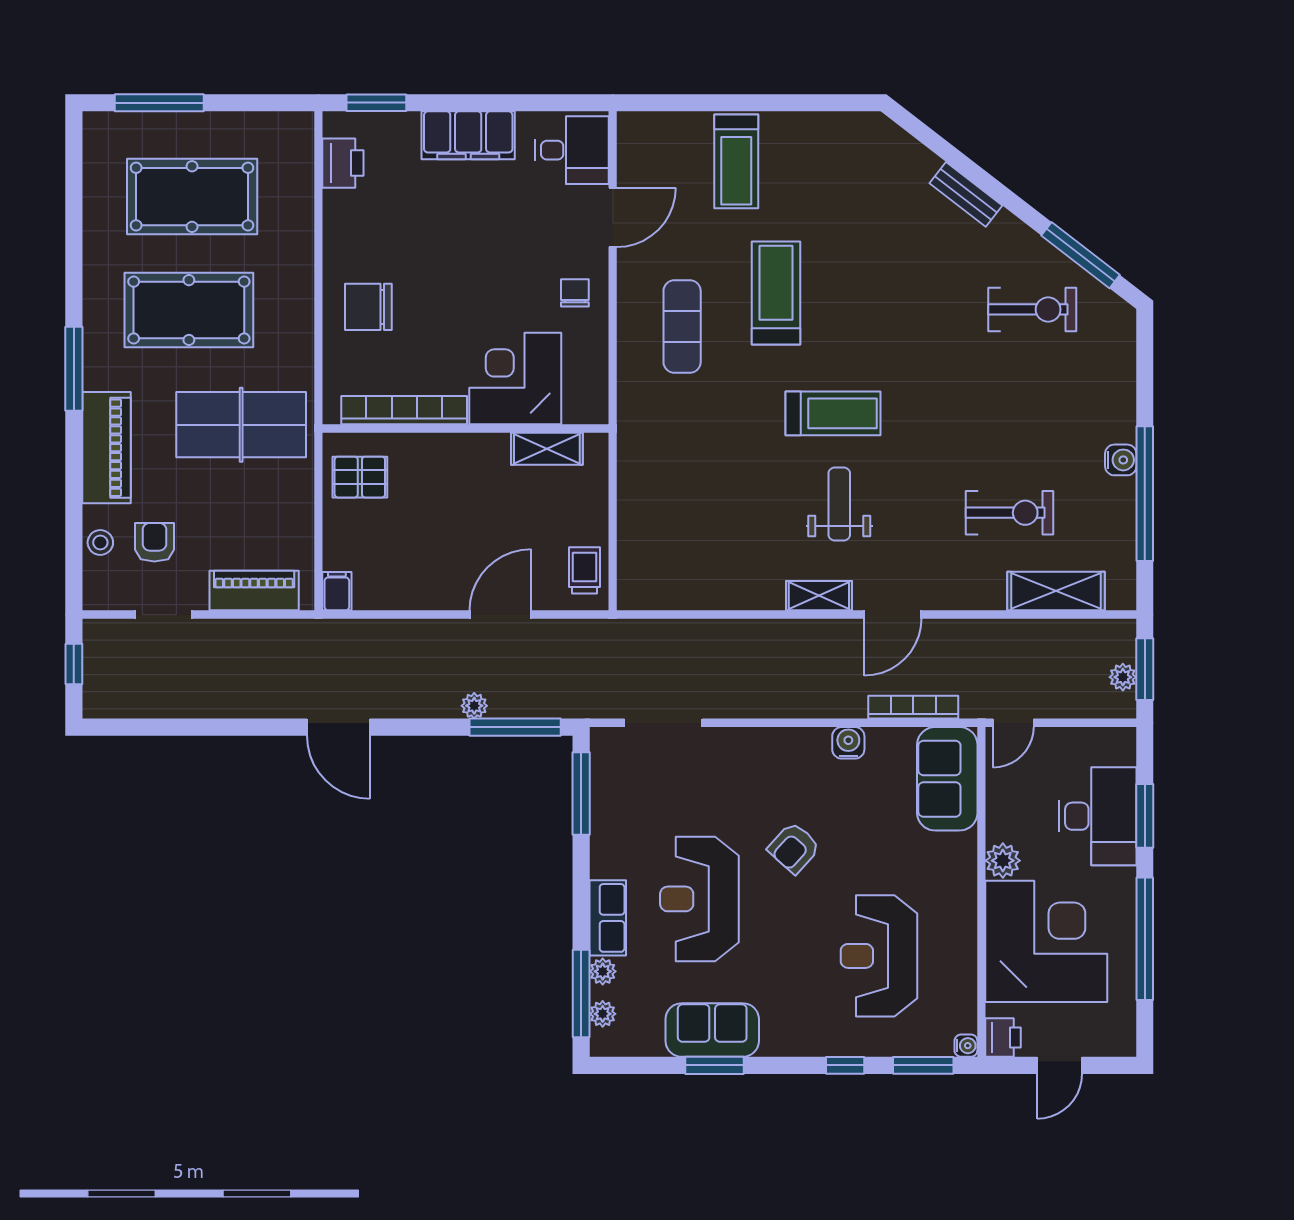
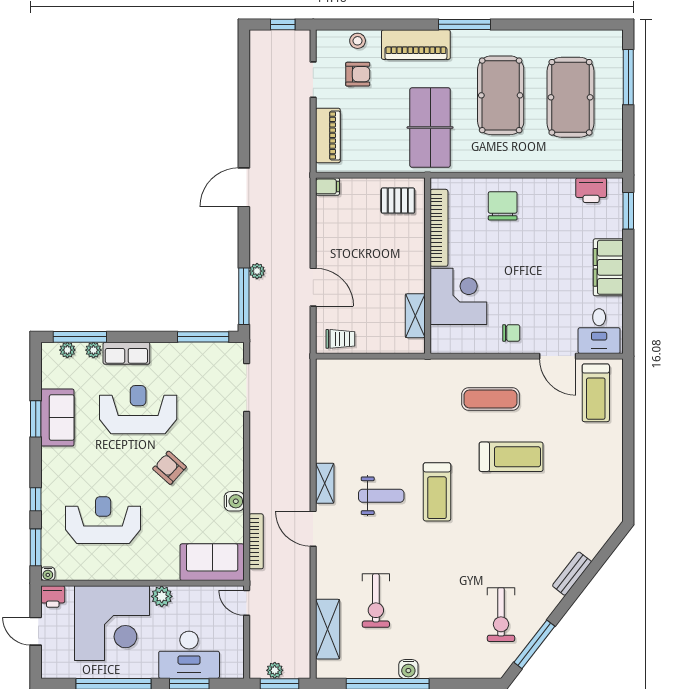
treadmill: (736, 161) -> (596, 393), moved, turned -90
pallet: (360, 477) -> (398, 201), turned 90

